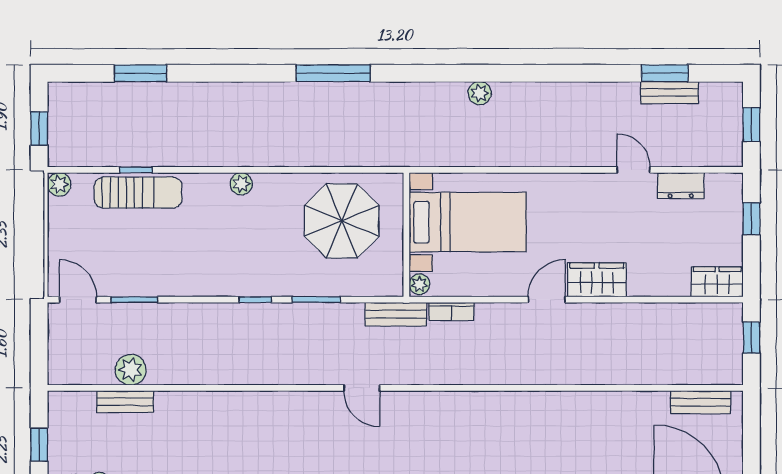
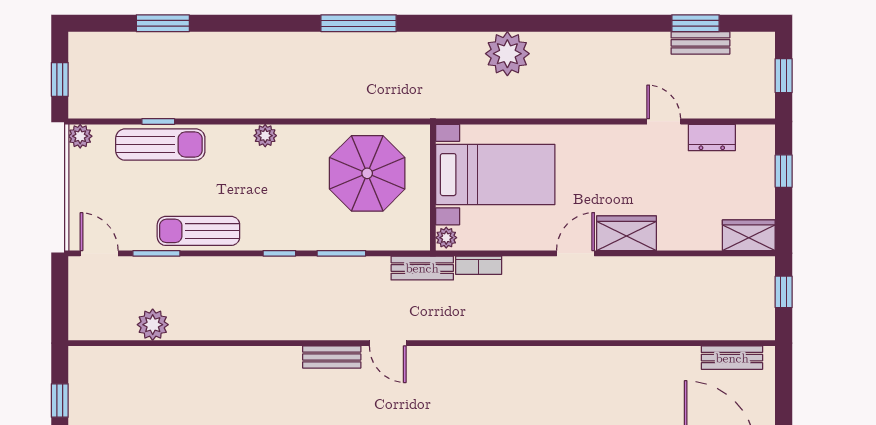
plant: (480, 93) -> (507, 54), width x1.88, depth x1.88
sun lounger: (176, 278) -> (198, 231), added
bench: (125, 402) -> (332, 357), moved

